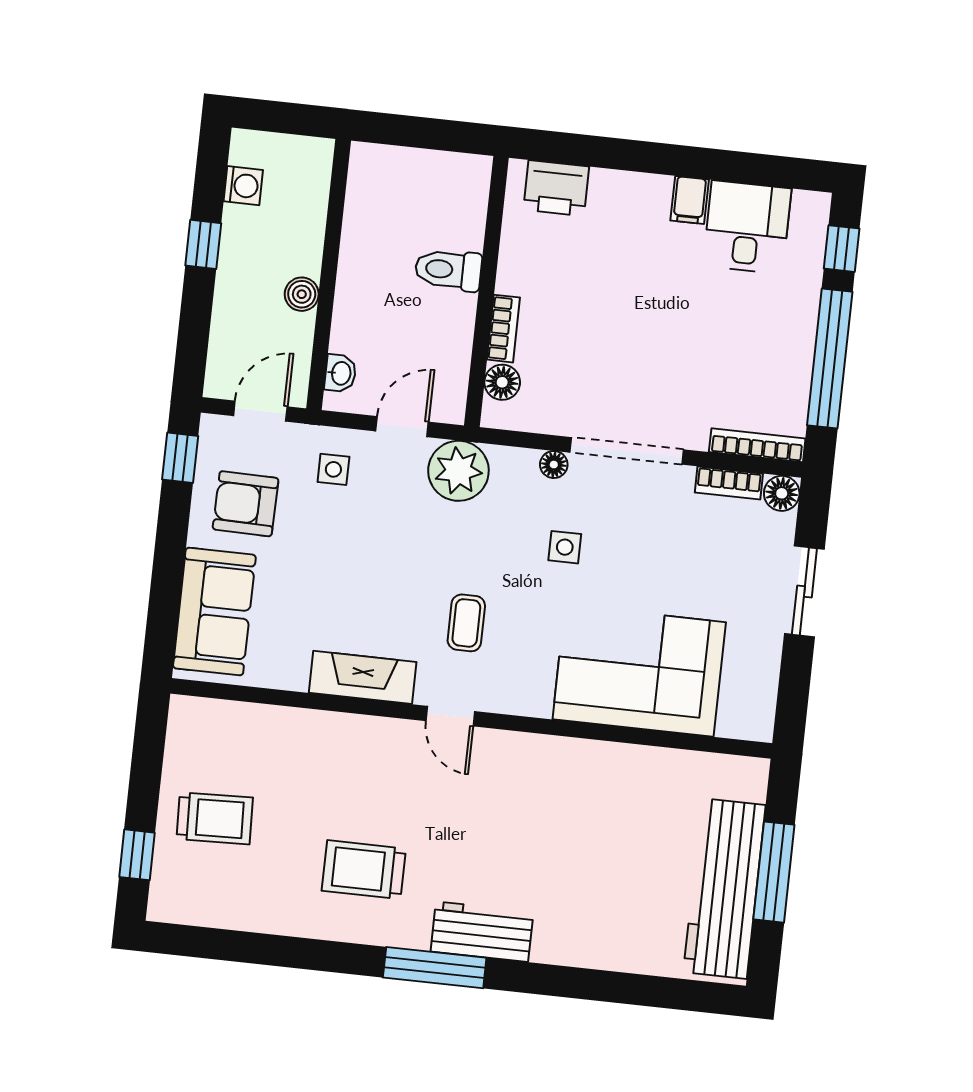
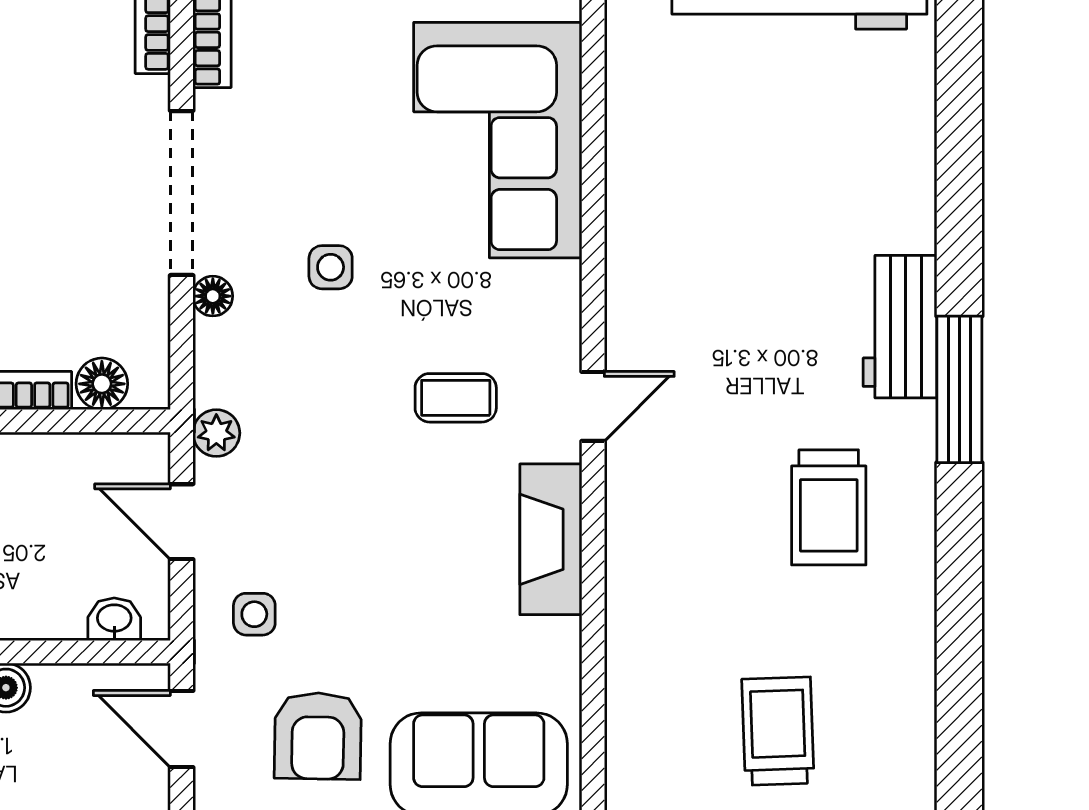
plant: (458, 471) -> (216, 433), width x0.53, depth x0.53

